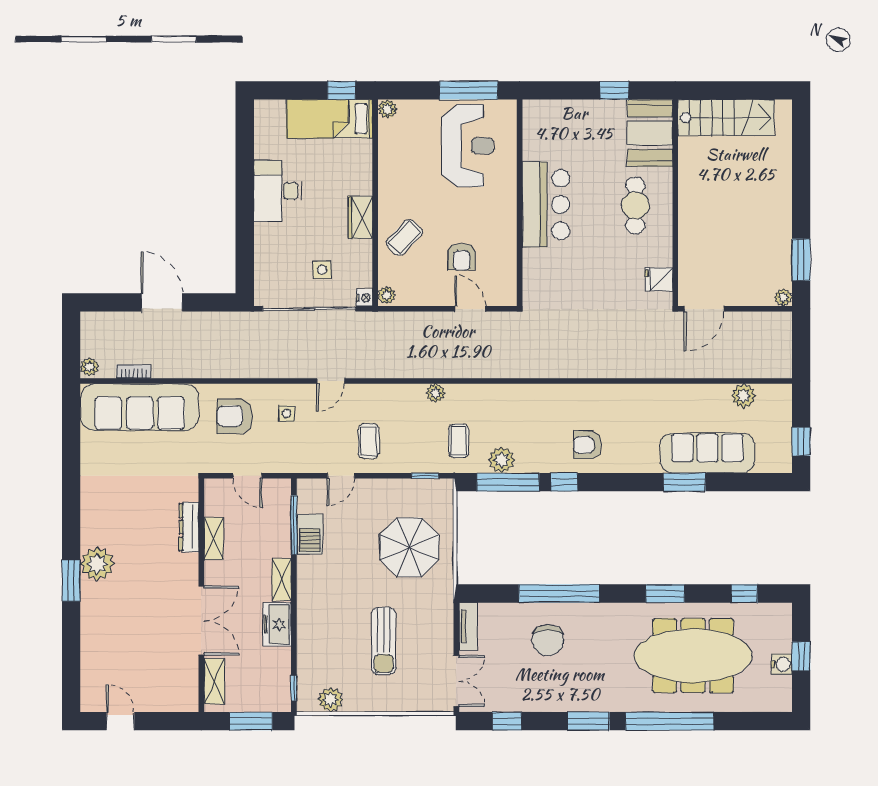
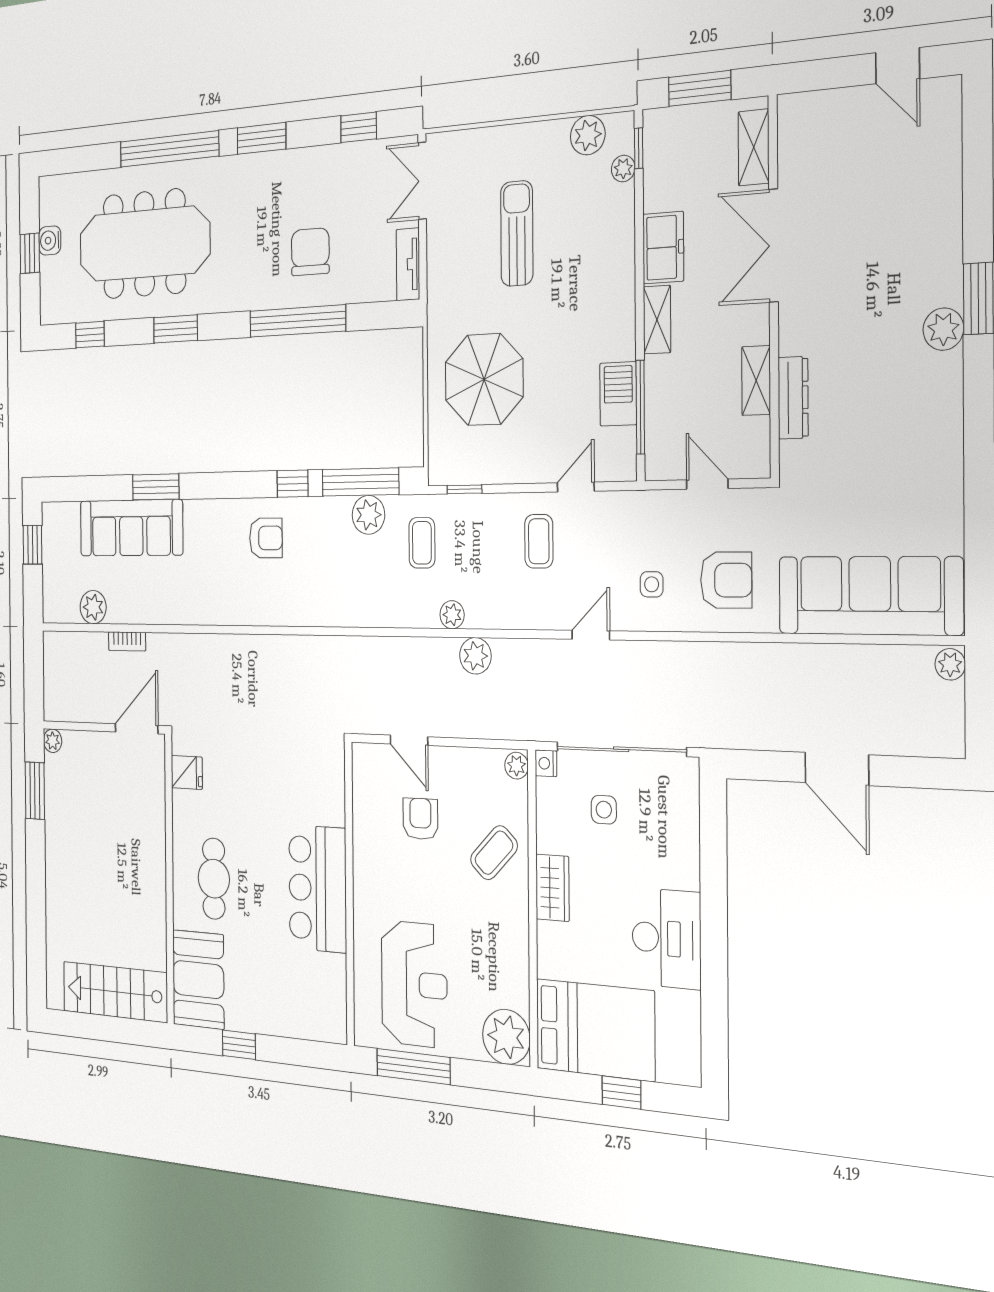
window: (341, 90) -> (621, 1092), moved
plant: (387, 109) -> (506, 1037), width x1.87, depth x1.87
bed: (329, 119) -> (595, 1030), width x1.50
reception desk: (467, 146) -> (414, 984), turned 180
plant: (417, 366) -> (475, 656), added
bookcase: (134, 371) -> (127, 641), moved
plant: (97, 564) -> (943, 329), width x0.73, depth x0.73
plant: (305, 676) -> (623, 169), added

